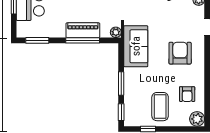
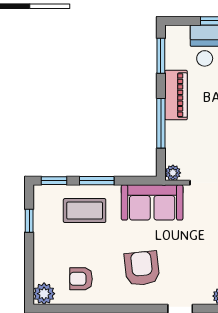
piano: (83, 30) -> (176, 95), moved
armchair: (180, 53) -> (142, 268), turned -96
coffee table: (160, 107) -> (85, 211), moved

